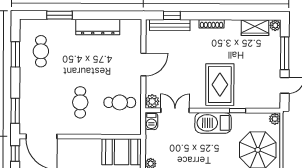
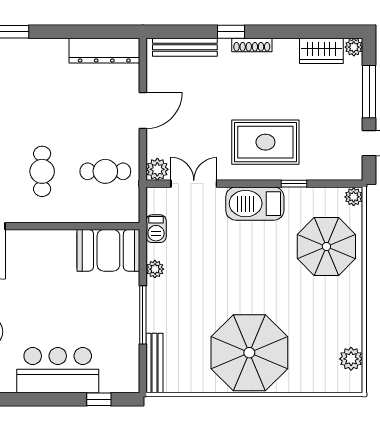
window: (172, 15) -> (231, 32), moved
dresser: (98, 27) -> (104, 51), moved
rug: (220, 85) -> (265, 142), turned 90
barbecue: (151, 121) -> (156, 229), moved

